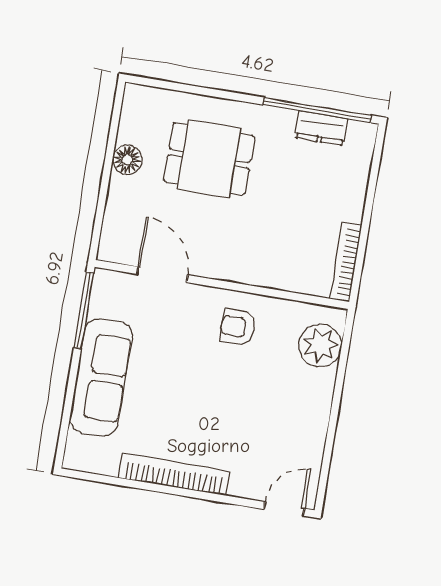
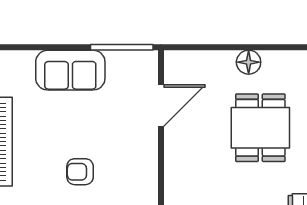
armchair: (238, 327) -> (80, 172), moved, turned -91
sofa: (101, 377) -> (70, 70), width x0.73

